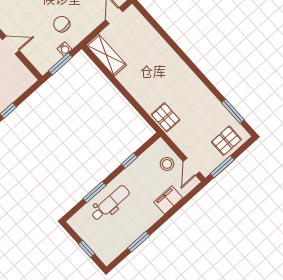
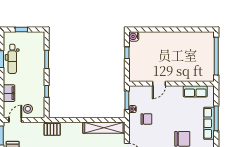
shelving: (106, 55) -> (104, 128), width x1.47
door: (191, 167) -> (15, 120), hinge flipped
dental chair: (110, 203) -> (12, 59), moved

